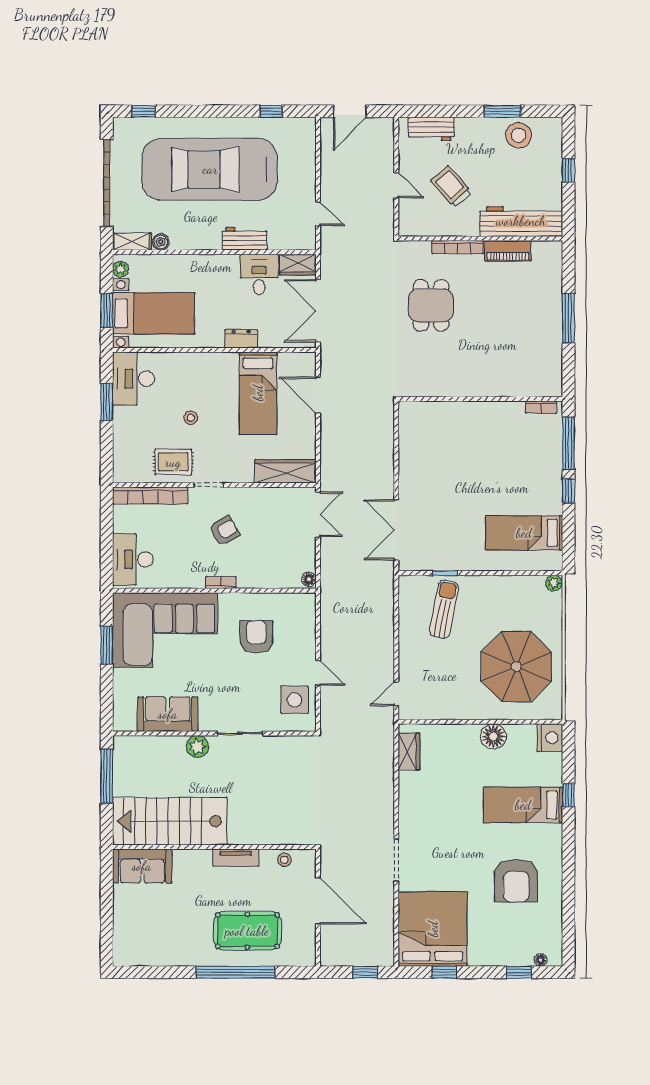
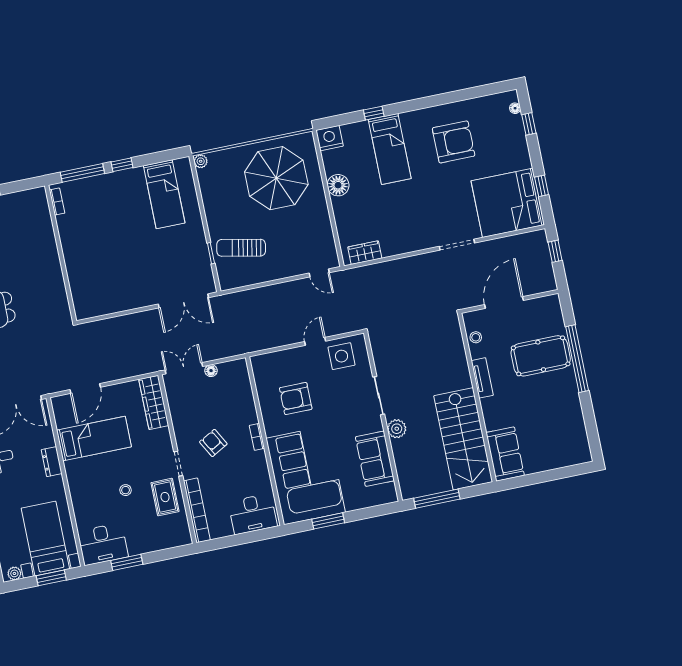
floor lamp: (309, 579) -> (211, 371), moved
pool table: (247, 931) -> (541, 356), turned 90

